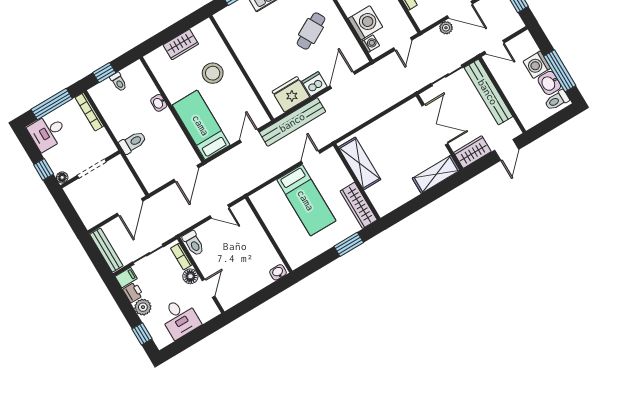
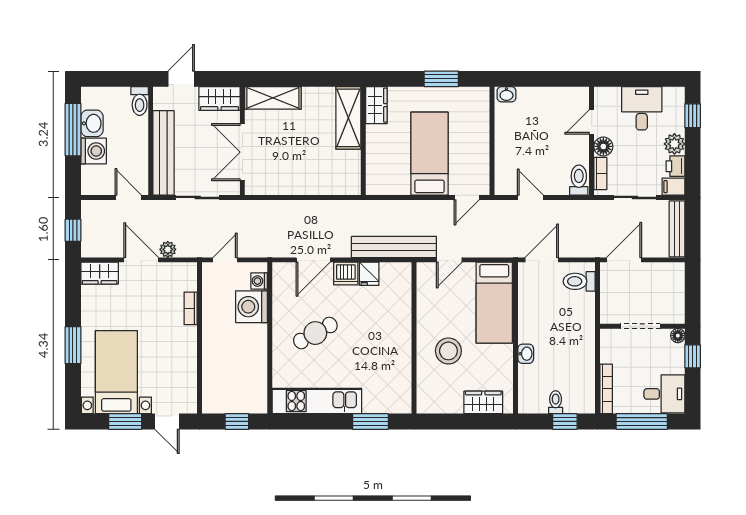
wardrobe: (181, 44) -> (483, 402), moved
fridge: (291, 94) -> (369, 274), width x0.53, depth x0.75
toilet: (557, 100) -> (140, 101), moved, turned 90
toilet: (133, 142) -> (579, 281), moved
door: (311, 157) -> (467, 197), moved
shelving: (359, 163) -> (348, 118), moved
wardrobe: (359, 205) -> (376, 105), width x0.67
window: (349, 244) -> (441, 79), moved

